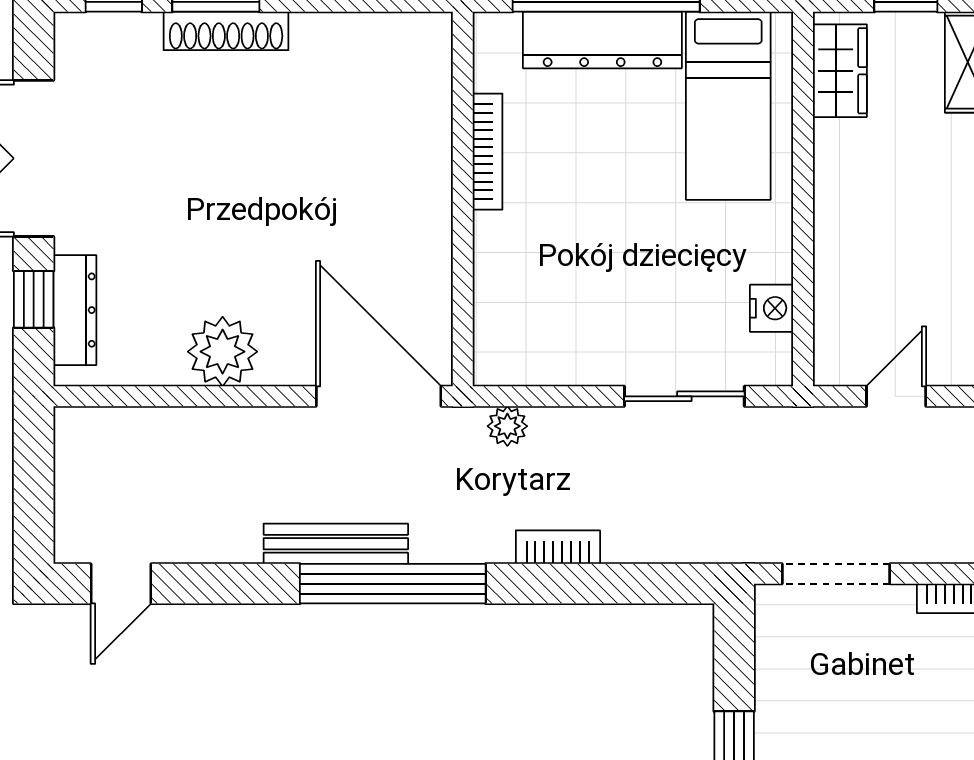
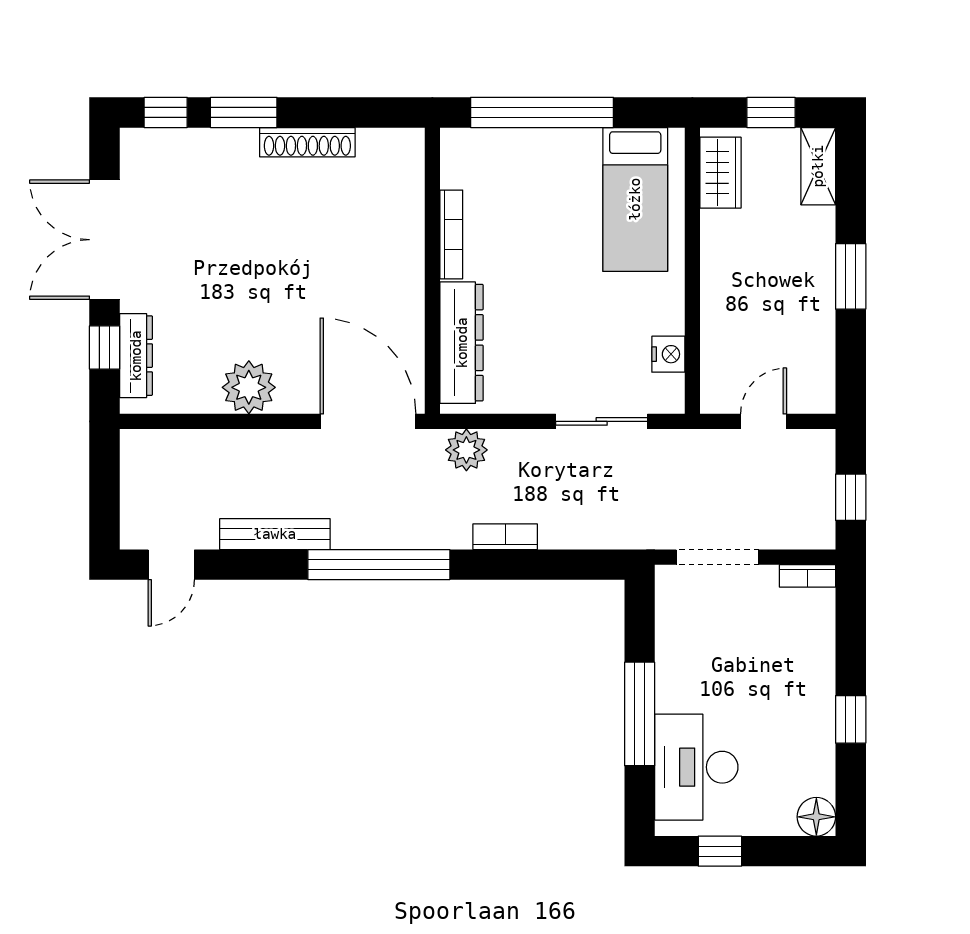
shoe rack: (226, 31) -> (307, 142), moved
dresser: (602, 40) -> (462, 343), moved, turned -90
plant: (507, 426) -> (466, 450), width x1.38, depth x1.38
bench: (336, 544) -> (275, 534), moved

